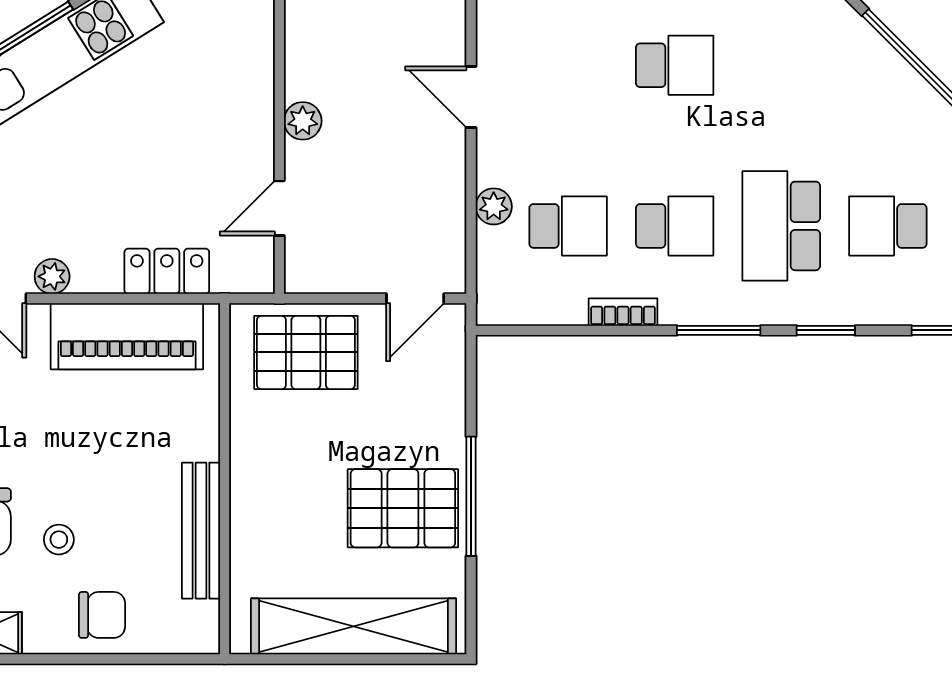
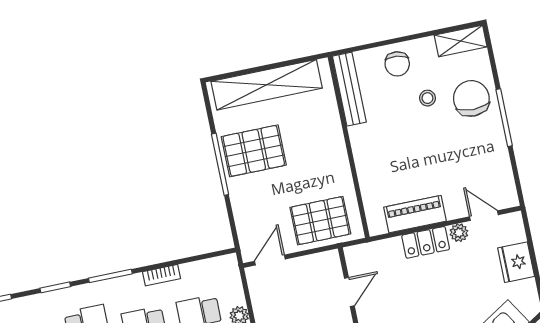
locker: (167, 271) -> (426, 242), moved
piano: (127, 336) -> (415, 214), width x0.73, depth x0.75
bench: (201, 531) -> (349, 89), moved
chair: (102, 615) -> (397, 64), turned -83

